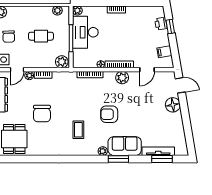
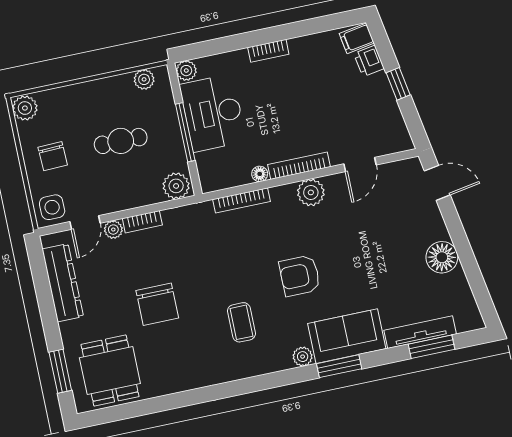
window: (170, 27) -> (398, 84), moved
filing cabinet: (164, 52) -> (357, 38), moved
floor lamp: (173, 105) -> (442, 257), moved

